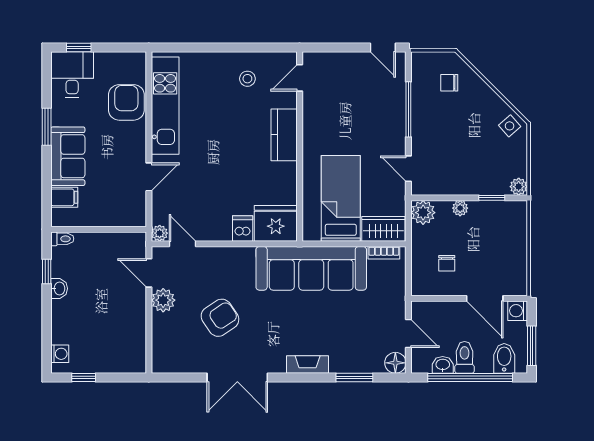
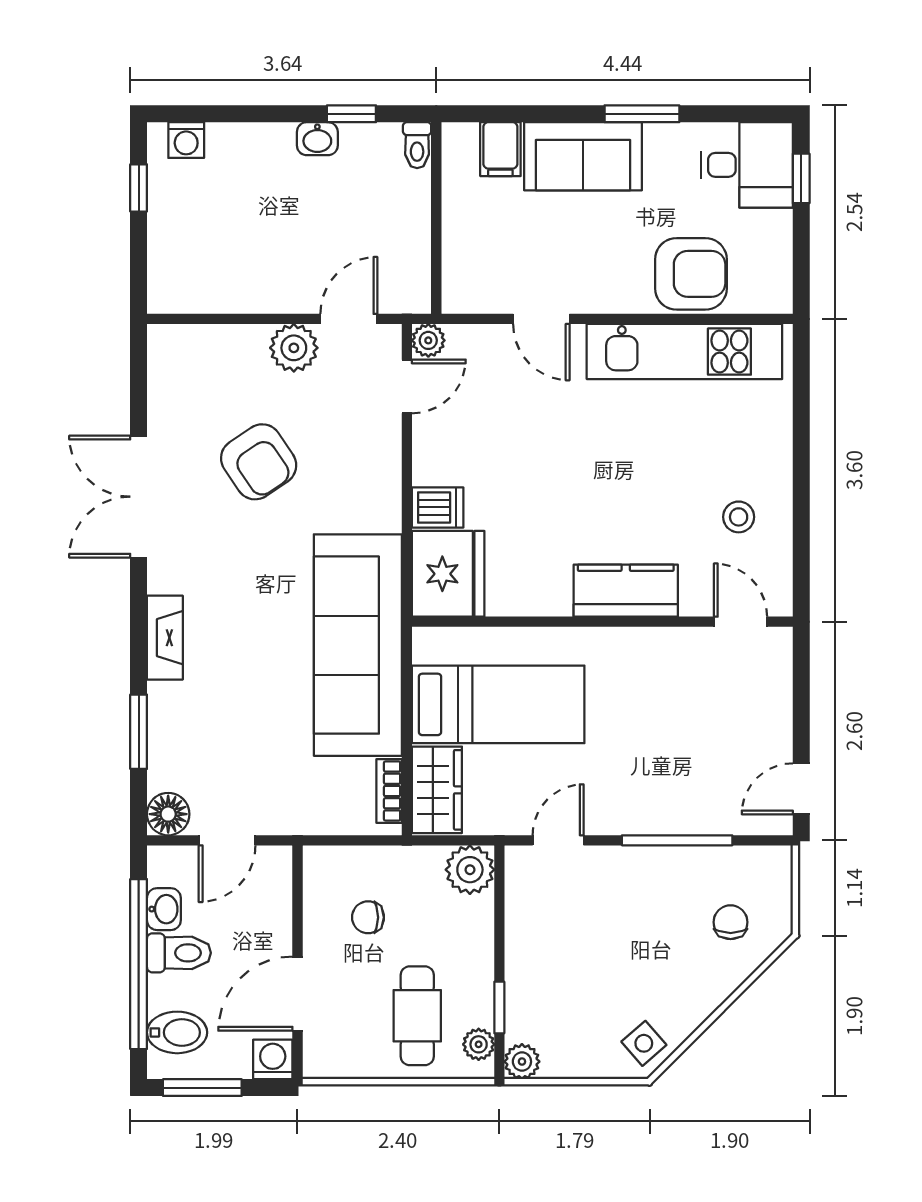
plant: (460, 208) -> (479, 1044), moved
cafe table: (496, 239) -> (417, 1016), added

